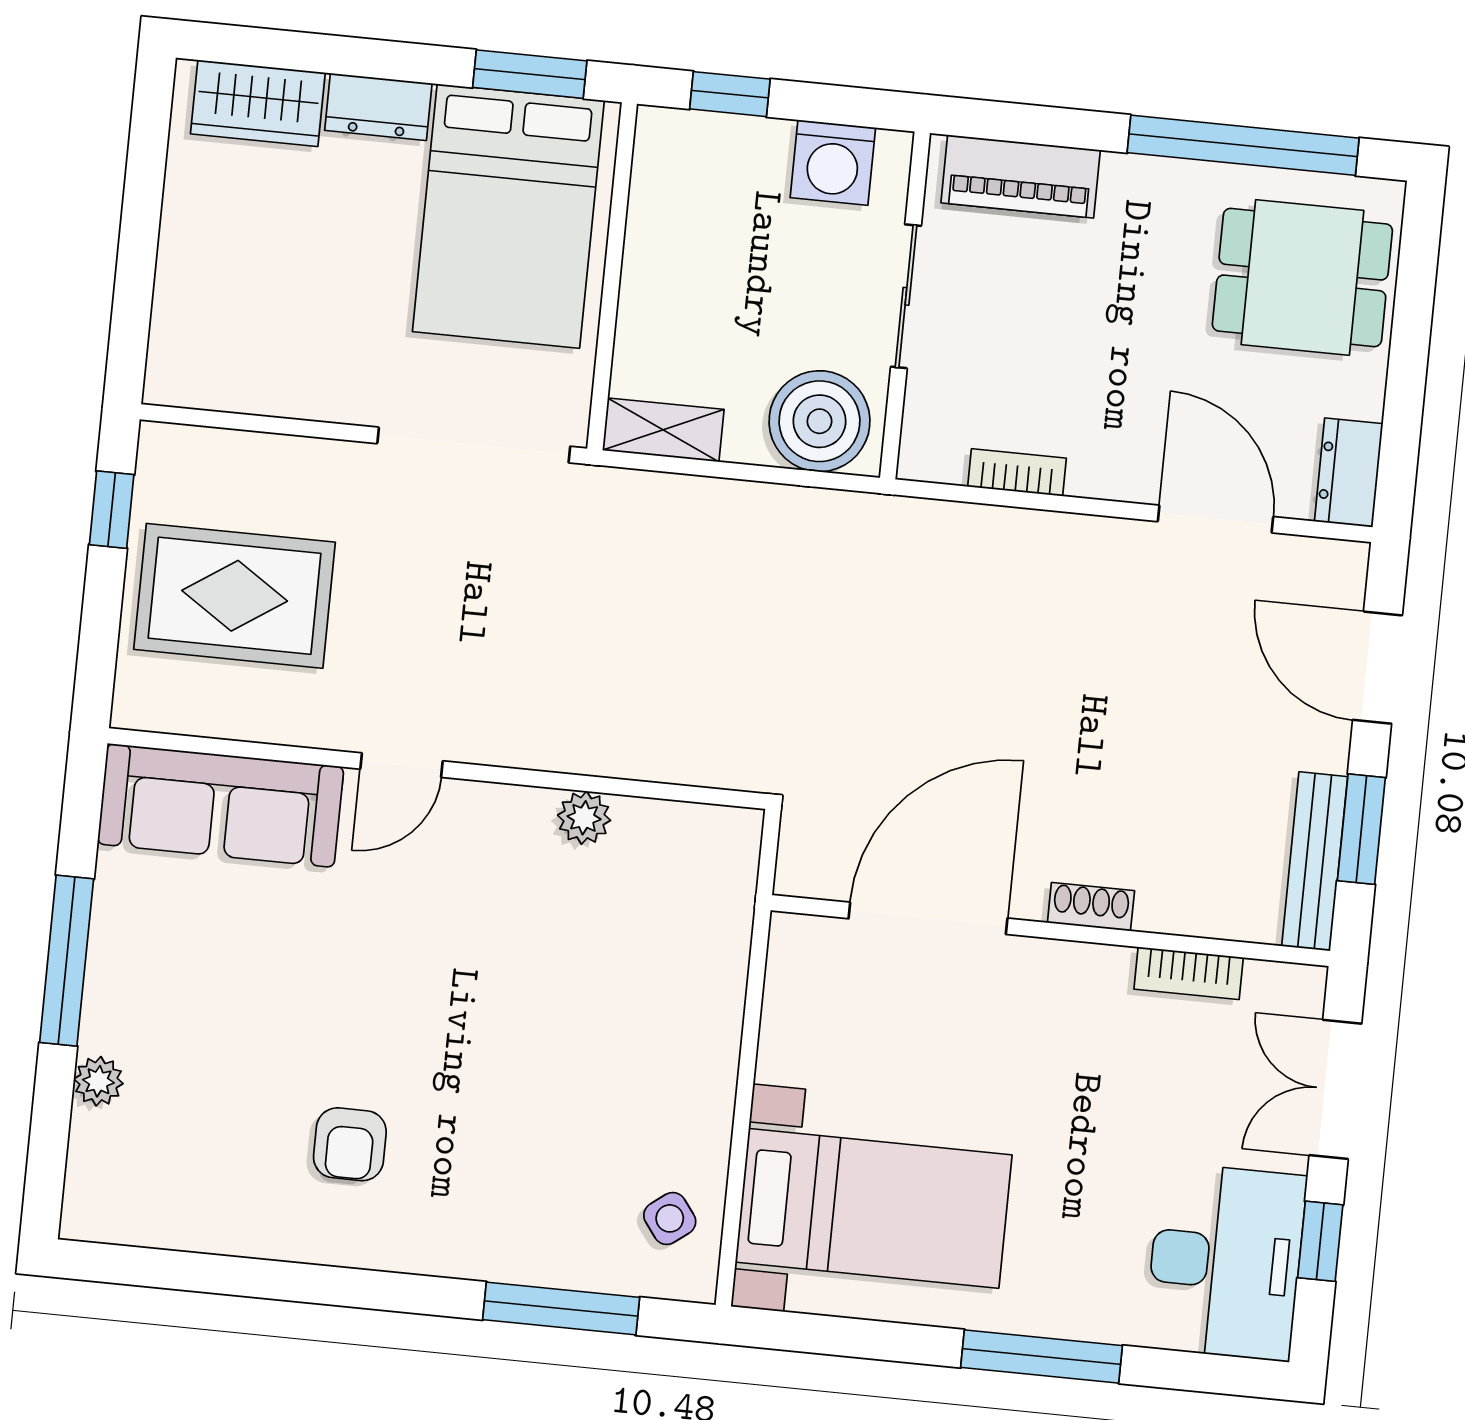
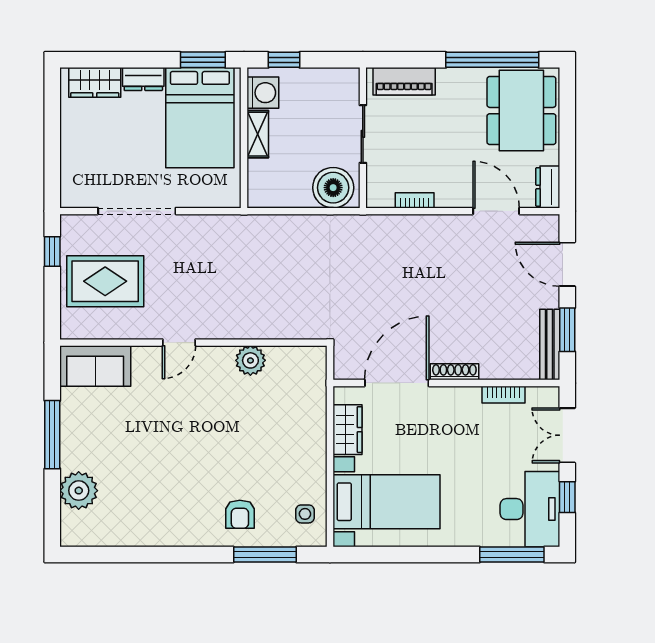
washing machine: (833, 163) -> (263, 93), moved, turned -90
dining table: (1302, 277) -> (521, 111), width x1.37
shelving: (663, 430) -> (258, 134), moved, turned 90
doorway: (474, 445) -> (137, 211), moved
sofa: (221, 805) -> (95, 366), width x0.73
plant: (584, 818) -> (250, 360), width x1.38, depth x1.38
shoe rack: (1091, 907) -> (454, 372), width x1.43
wardrobe: (795, 1021) -> (347, 430), added
plant: (98, 1081) -> (79, 491), width x1.87, depth x1.87
armchair: (350, 1144) -> (240, 514), moved
side table: (670, 1218) -> (305, 514), turned 37
window: (1042, 1357) -> (512, 554), moved

